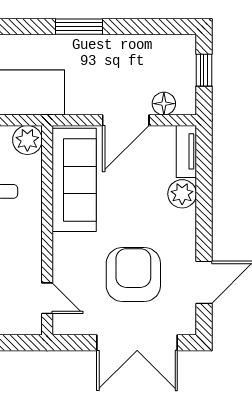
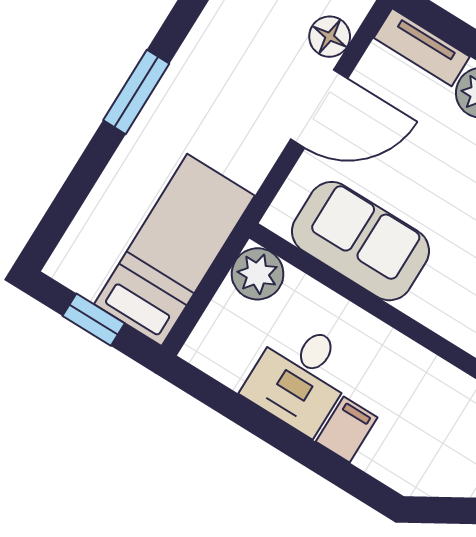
door: (126, 120) -> (319, 109), hinge flipped
sofa: (74, 180) -> (360, 241), width x0.73

